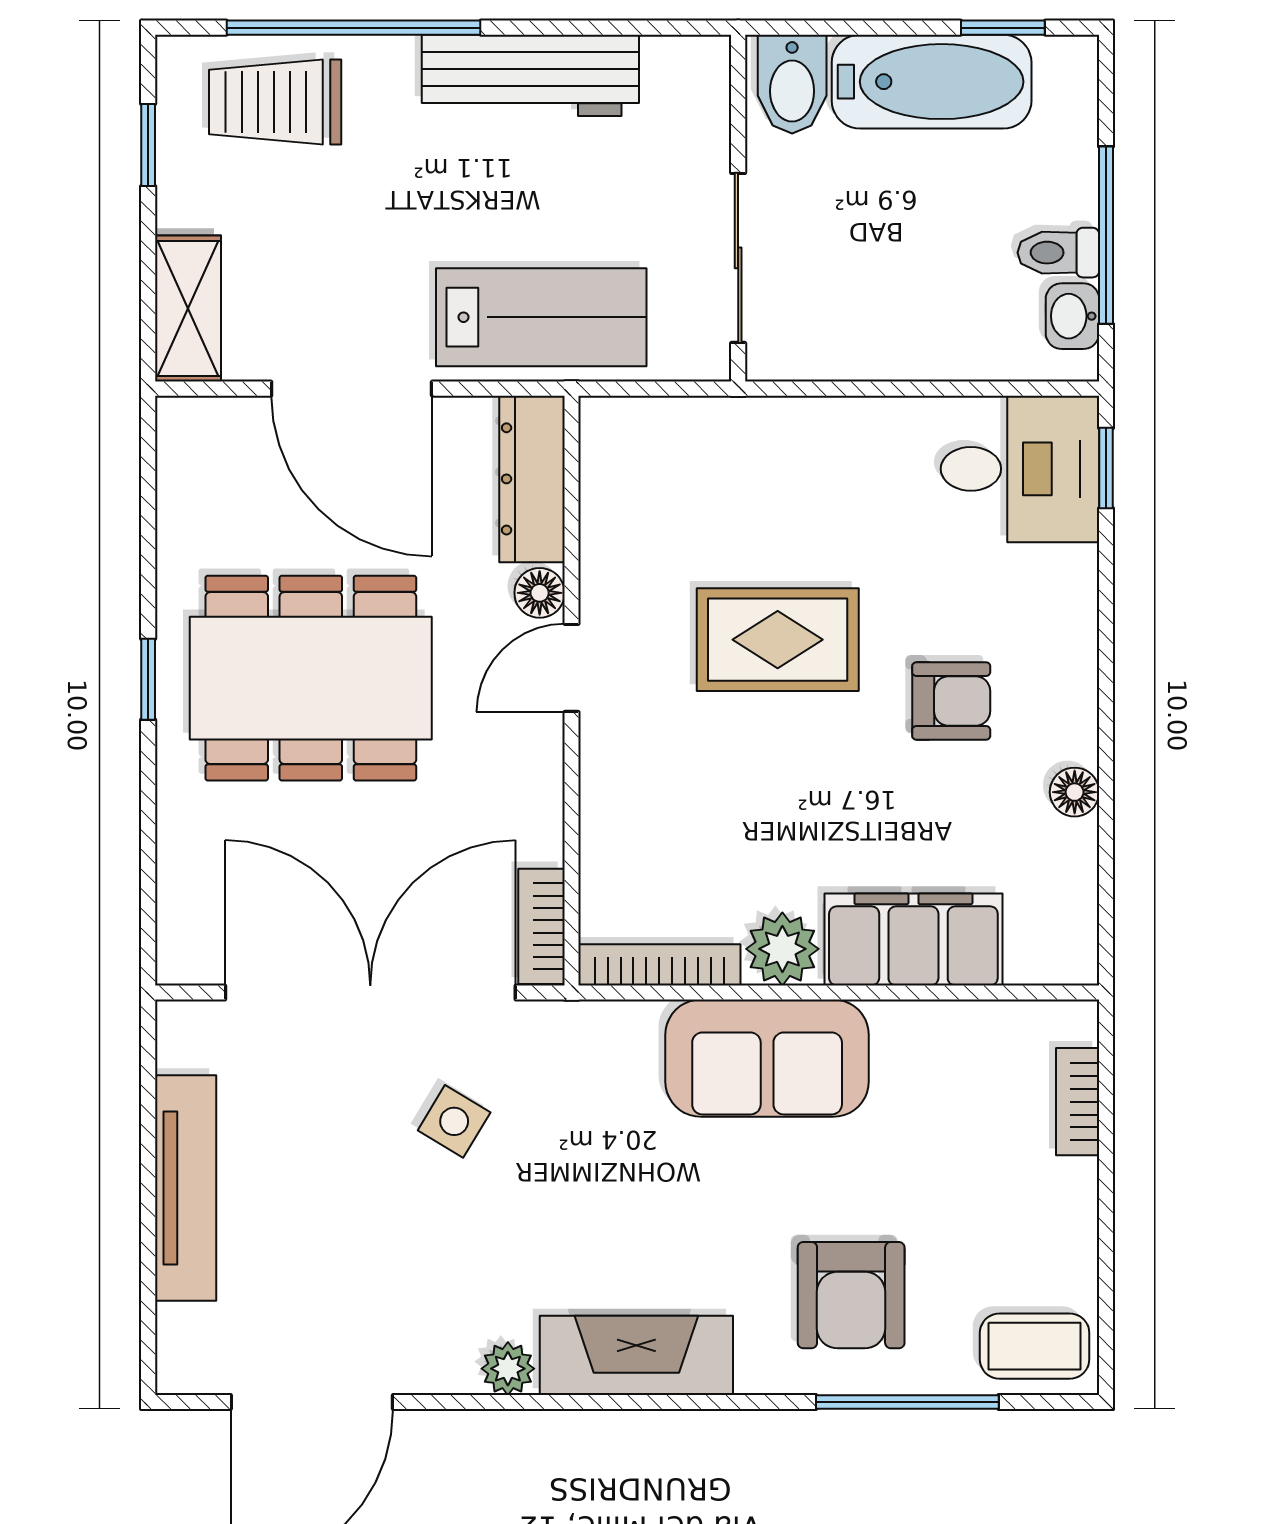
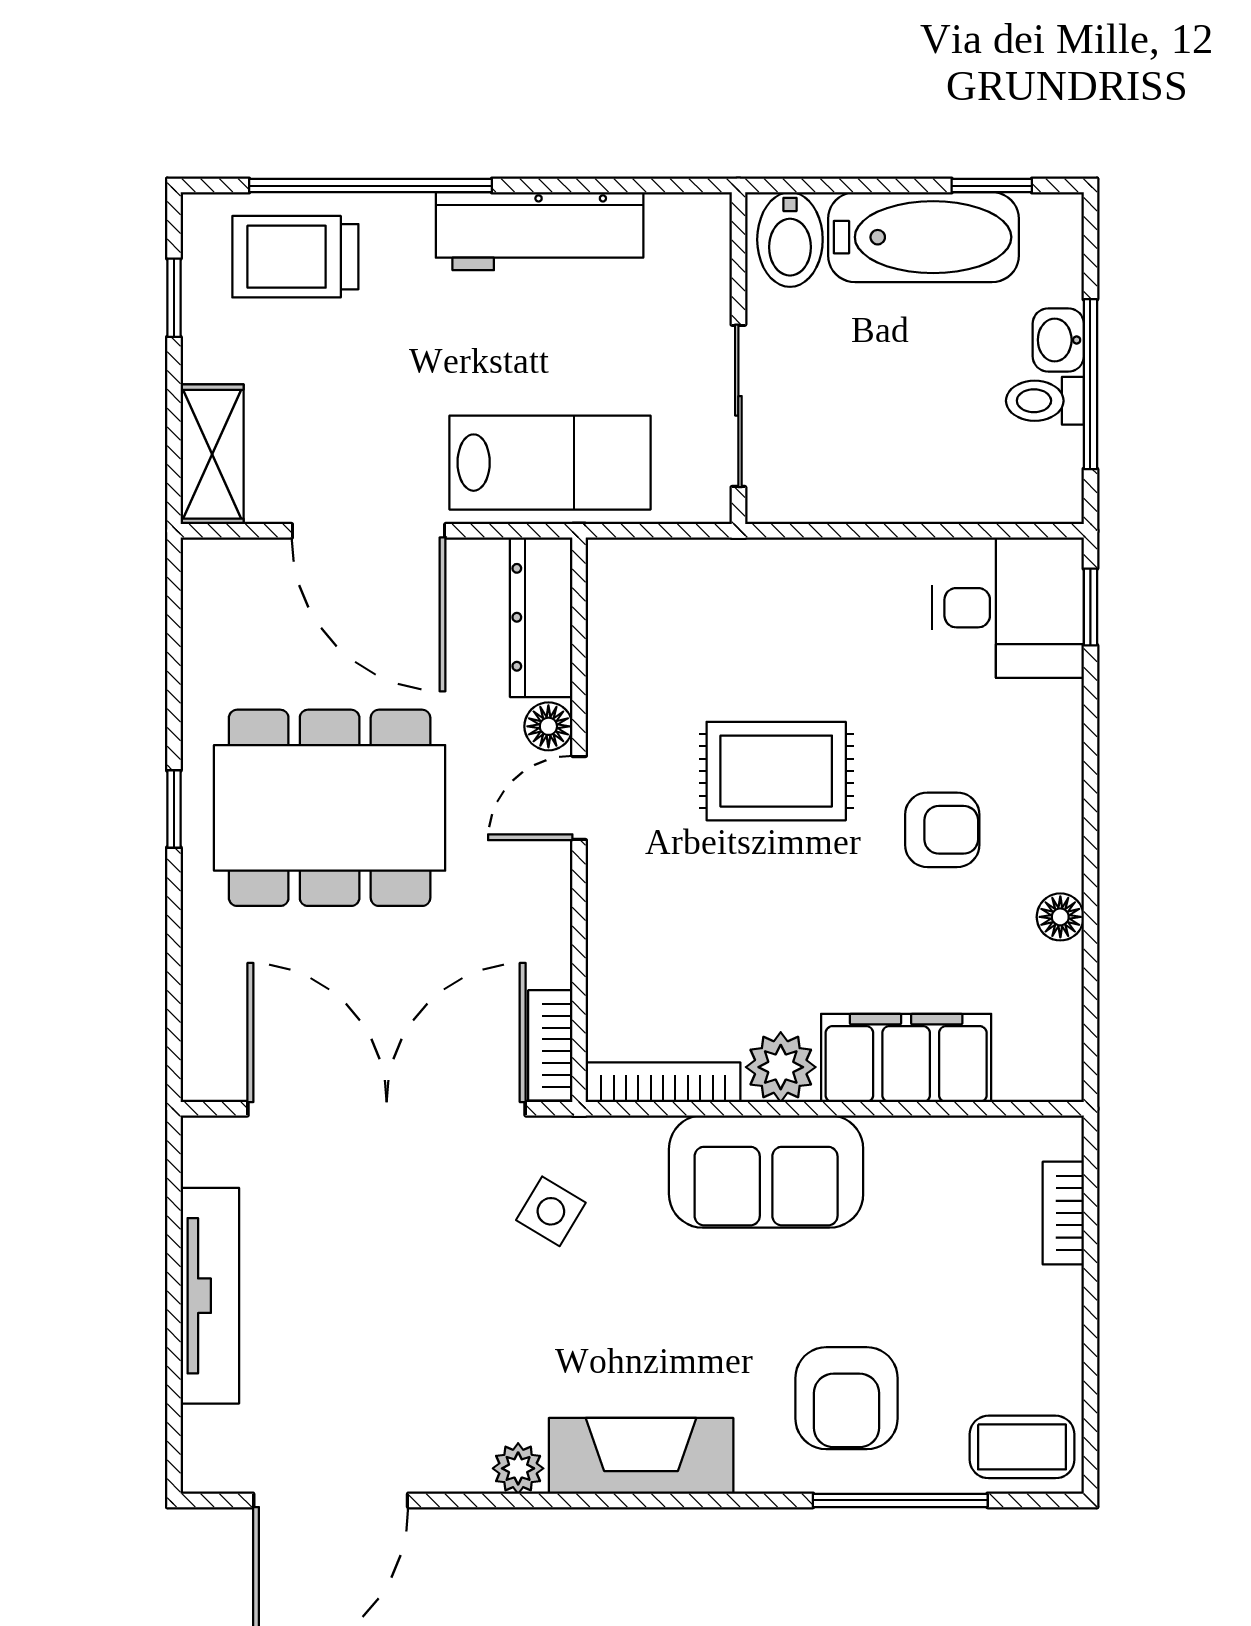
washbasin: (1072, 316) -> (1058, 340), moved
side table: (454, 1121) -> (551, 1211), moved

